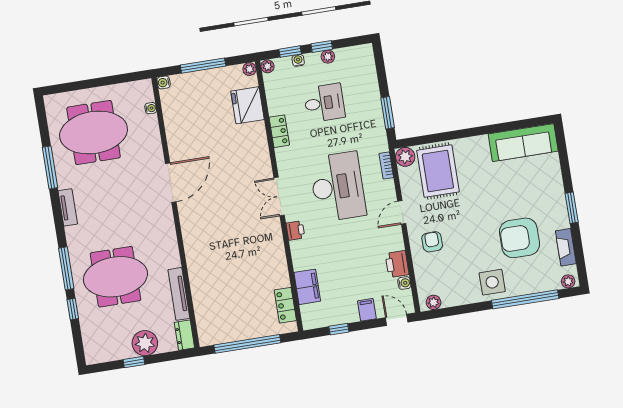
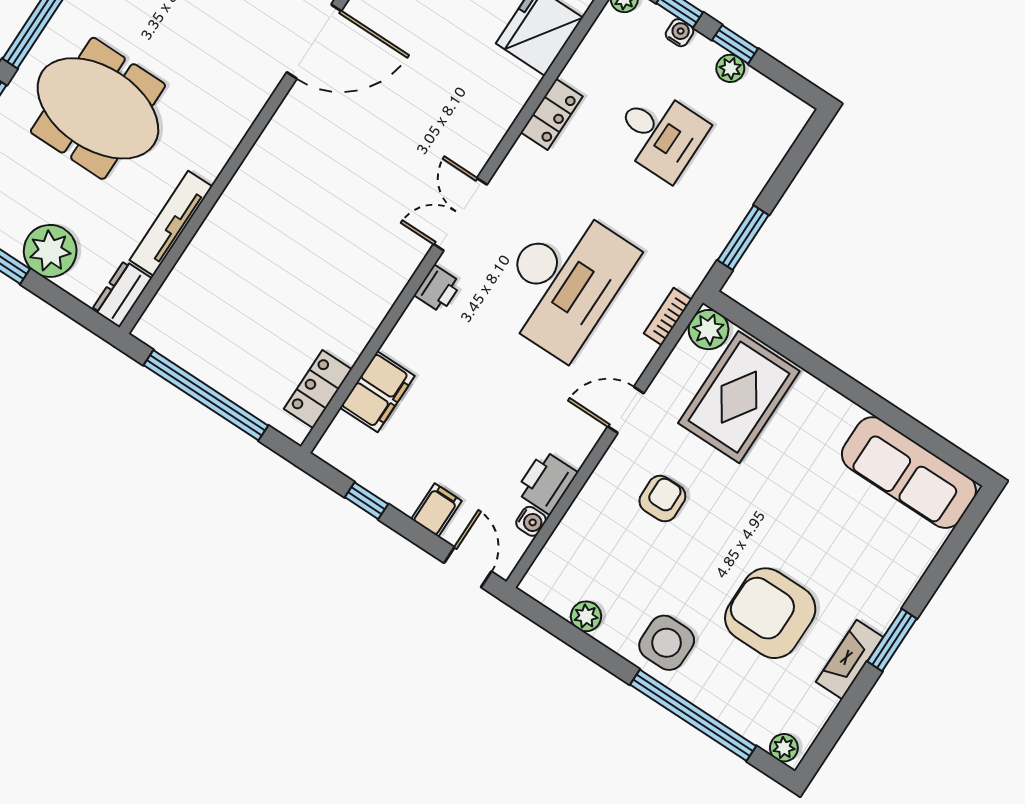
armchair: (432, 242) -> (662, 499), moved
fireplace: (566, 247) -> (849, 660), moved
plant: (434, 302) -> (586, 616), moved

